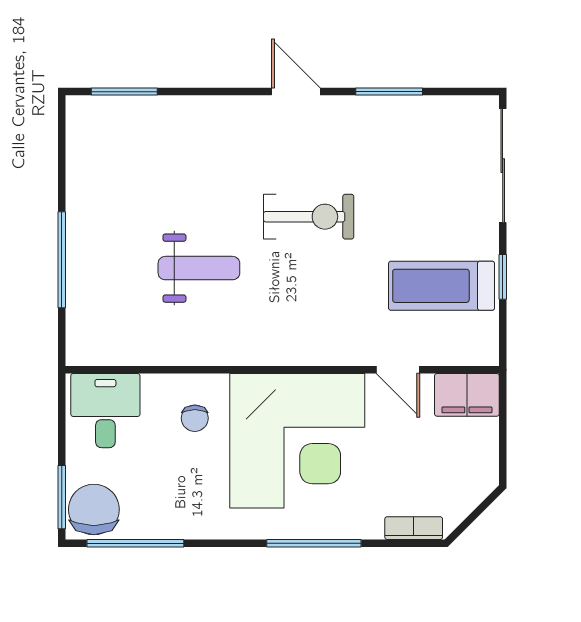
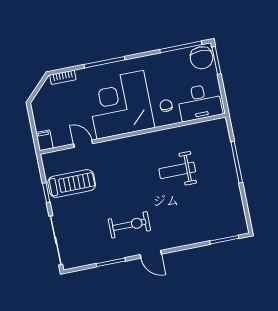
exercise bike: (309, 217) -> (129, 225), moved, turned 180
filing cabinet: (467, 395) -> (45, 140), width x0.50
desk: (105, 411) -> (200, 102), width x1.37

